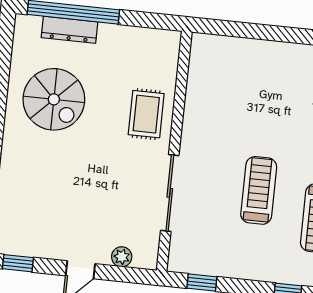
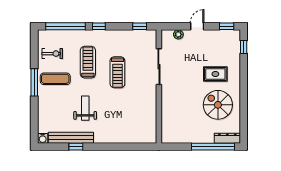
dresser: (69, 30) -> (227, 138), moved
rug: (146, 114) -> (215, 74), moved, turned 90

